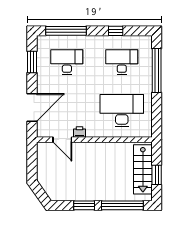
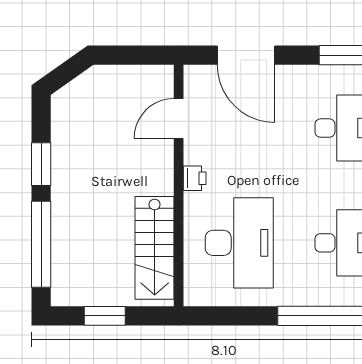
printer: (79, 132) -> (195, 178), moved
stairs: (143, 169) -> (155, 248), moved, turned -90

